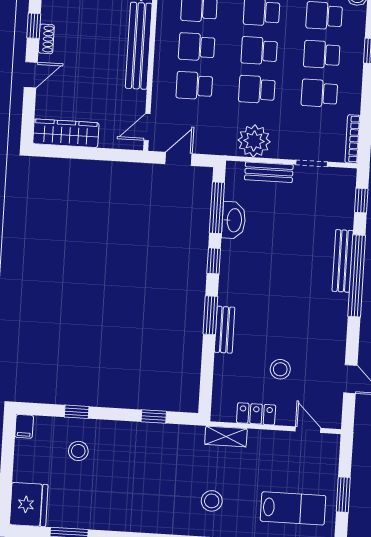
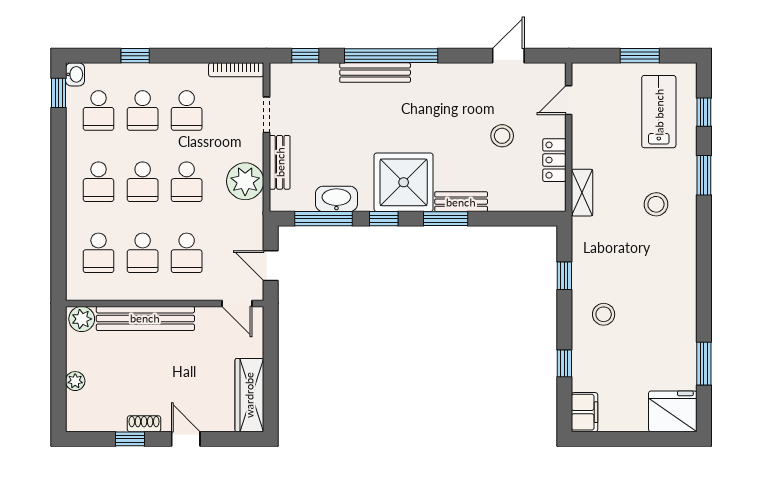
shower: (245, 280) -> (404, 182), added
filing cabinet: (24, 426) -> (585, 412), width x2.00
stool: (78, 451) -> (604, 314), moved

